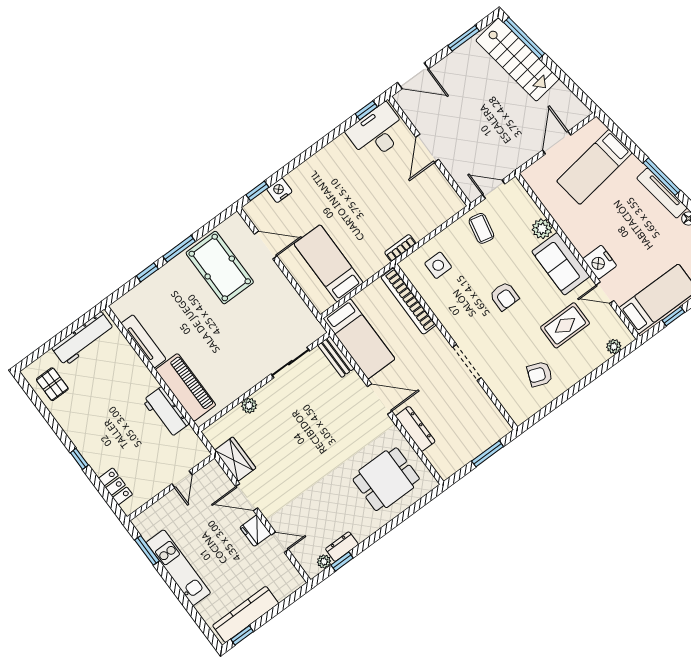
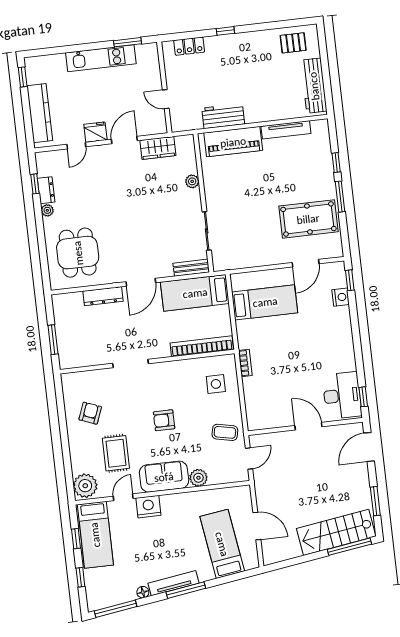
plant: (614, 347) -> (85, 486), width x1.87, depth x1.87
plant: (324, 562) -> (47, 210), moved
kitchen counter: (246, 614) -> (40, 113), moved

